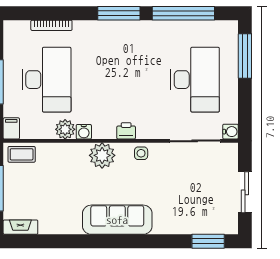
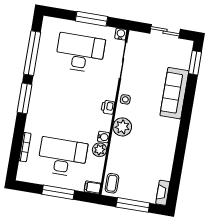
window: (245, 56) -> (91, 19), moved
sofa: (117, 220) -> (174, 93), moved

